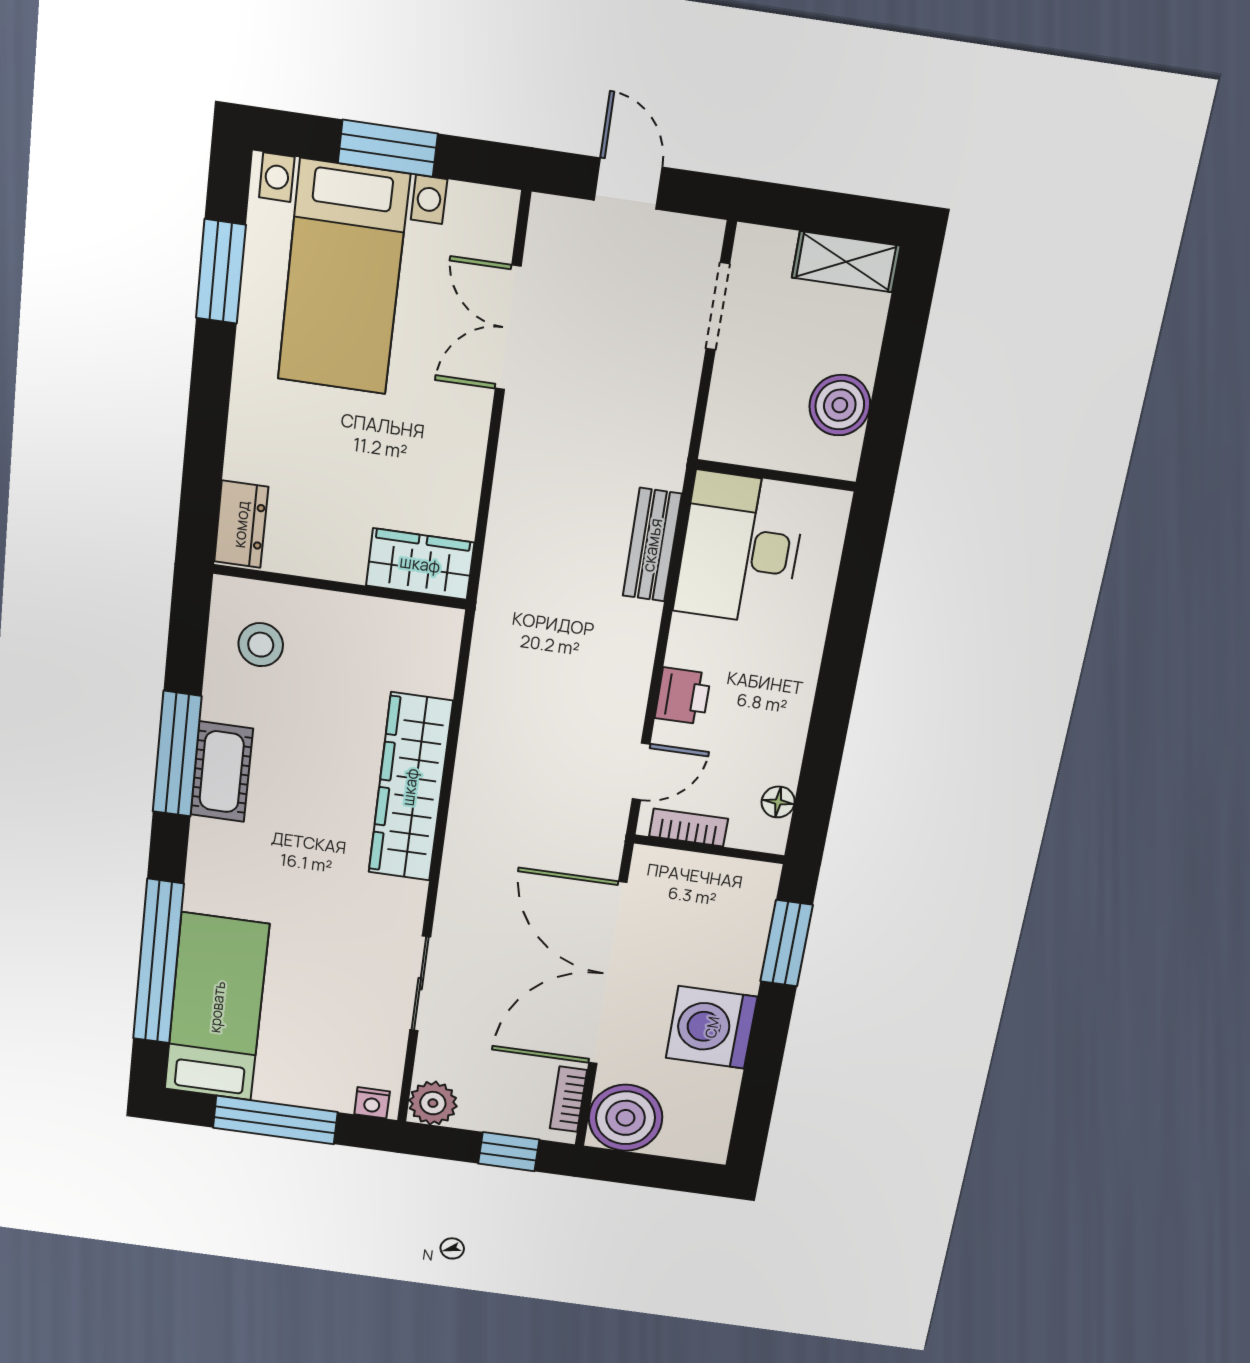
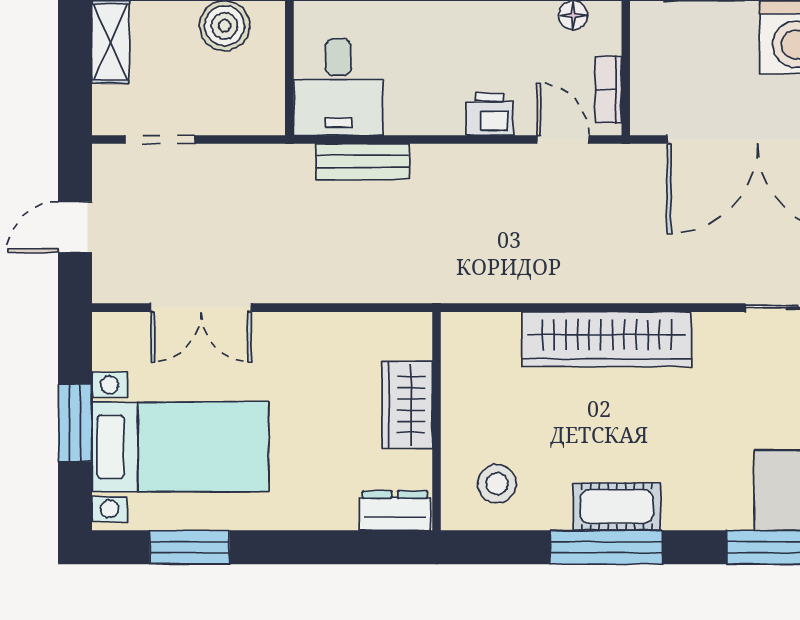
desk: (740, 549) -> (338, 87), width x0.73
wardrobe: (420, 564) -> (407, 405), moved

